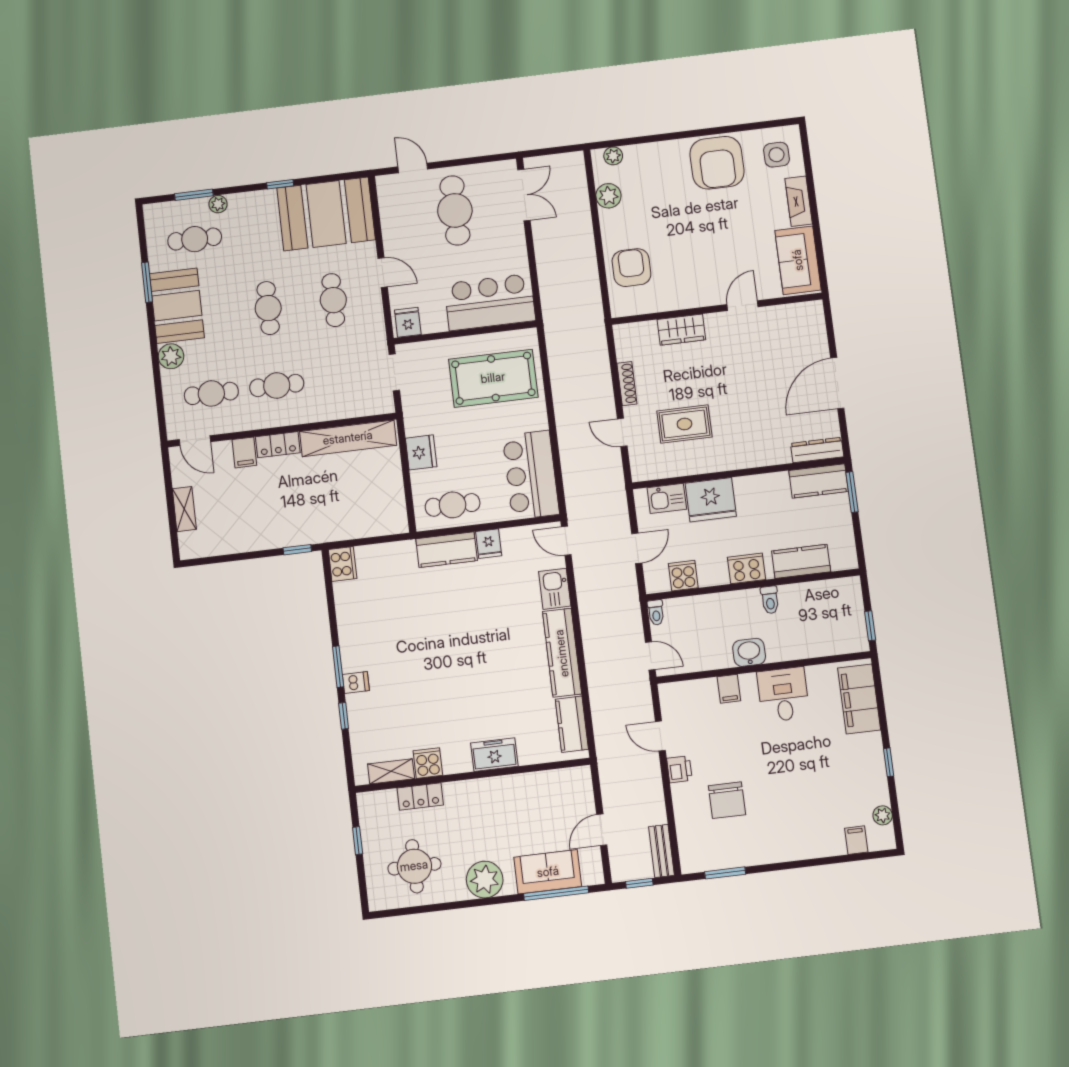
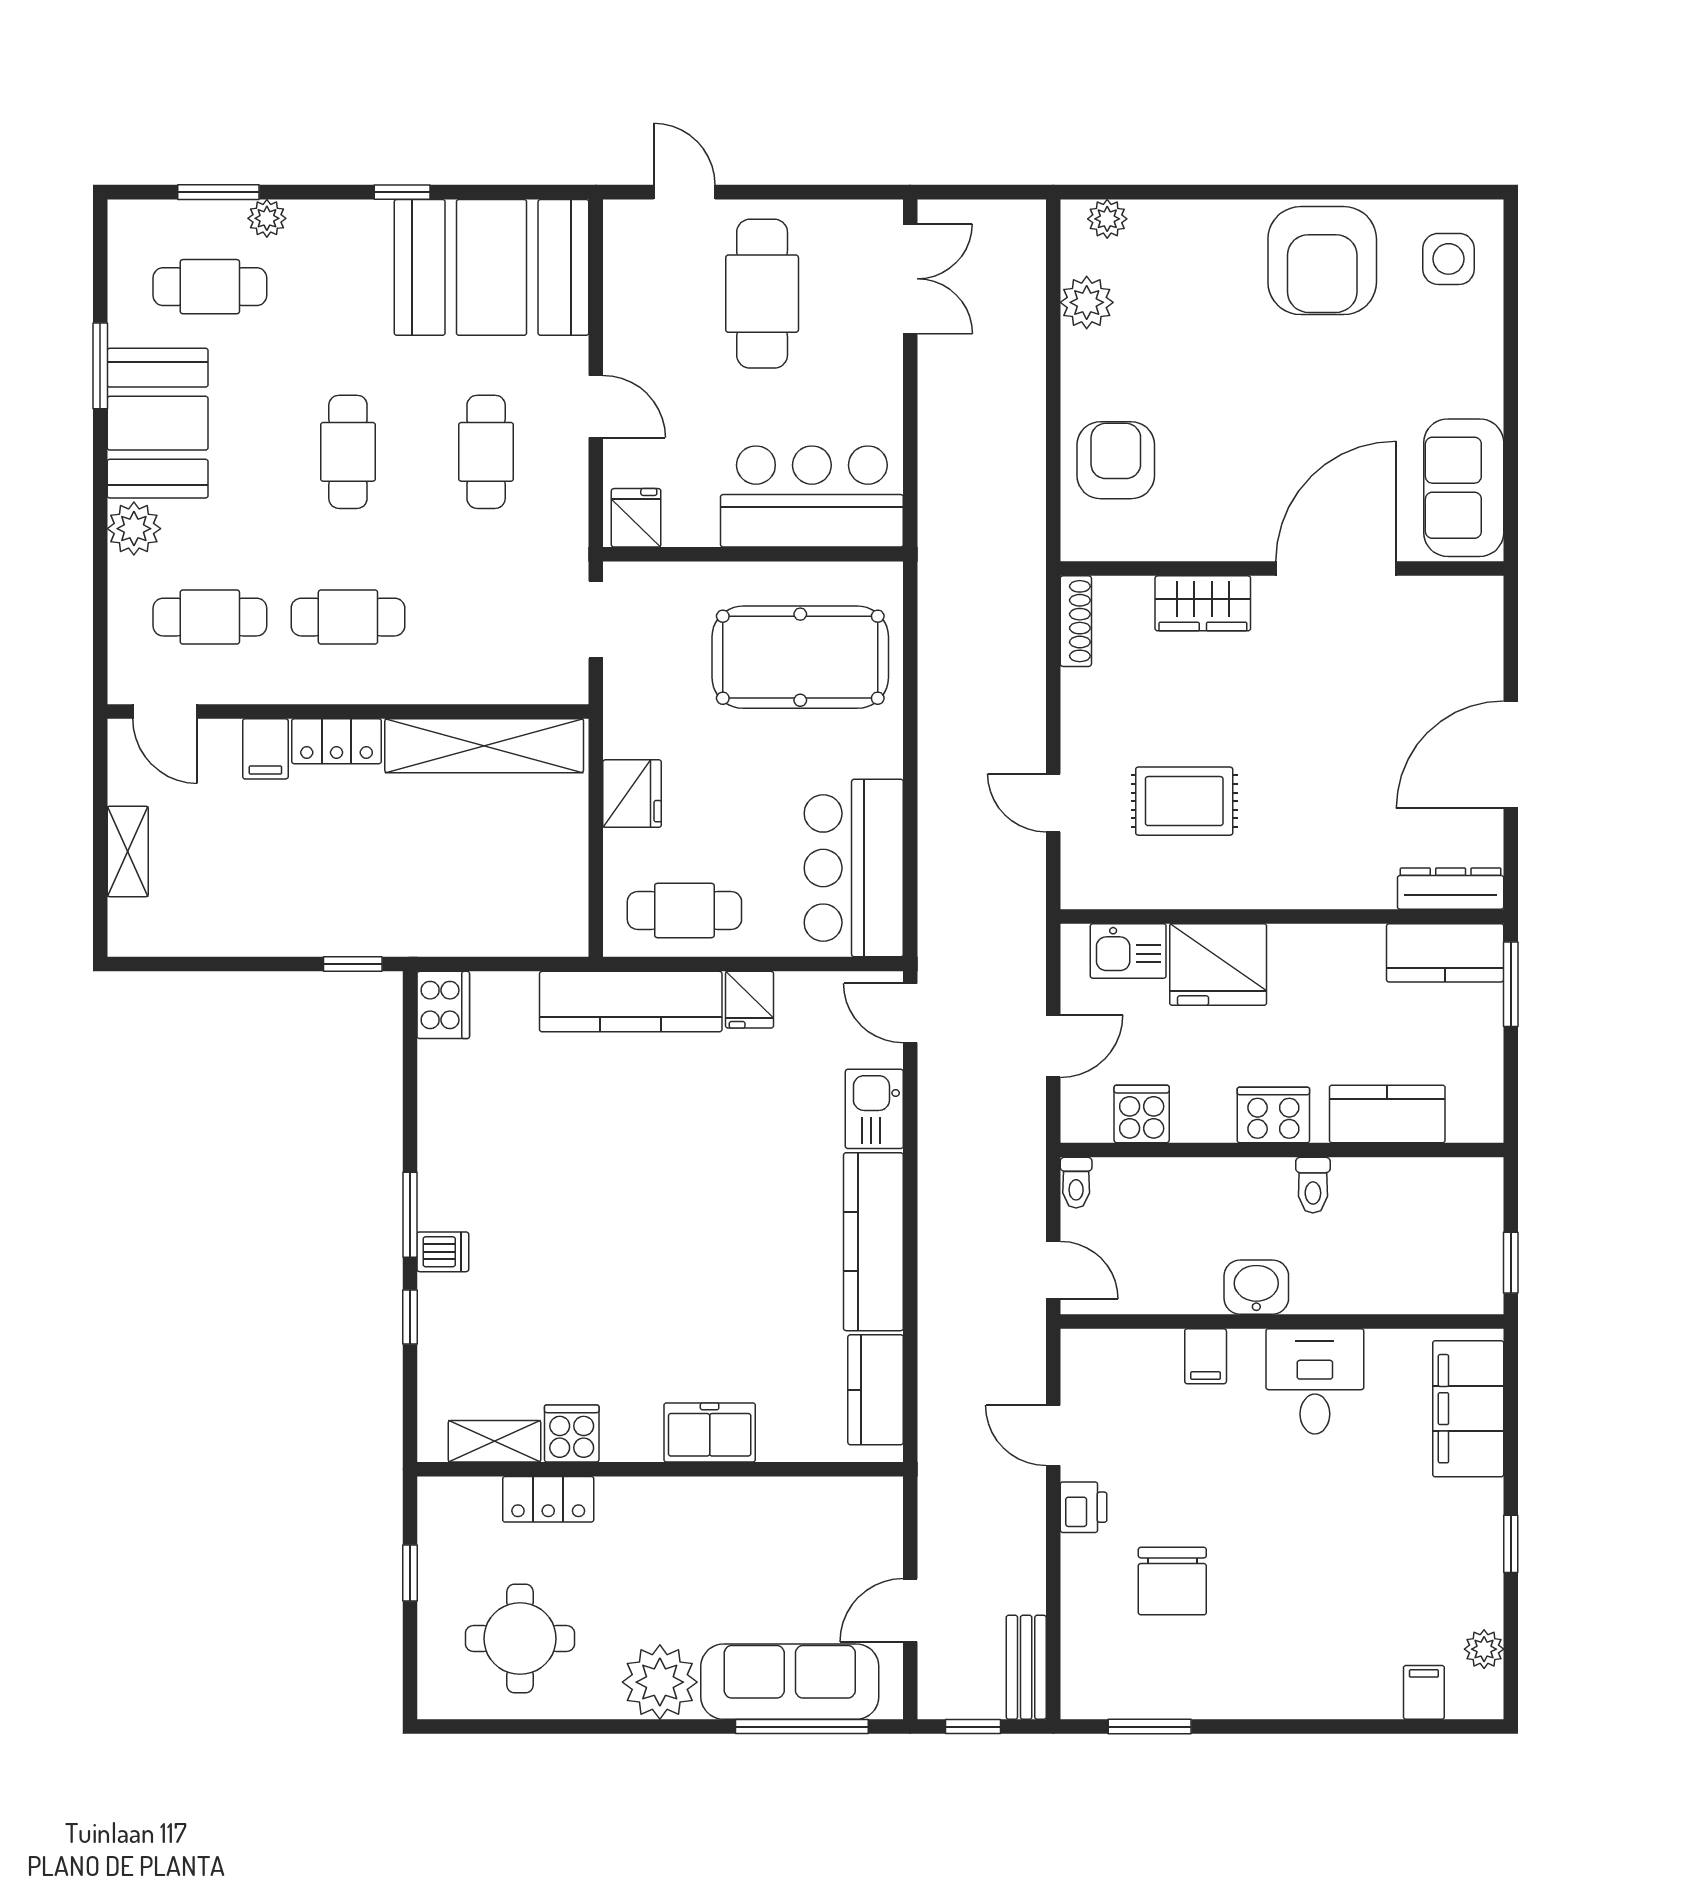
fireplace: (799, 201) -> (1481, 363), removed
door: (742, 306) -> (1336, 569), width x1.87
shoe rack: (627, 384) -> (1076, 621), moved
kitchen counter: (447, 550) -> (631, 1002), width x1.50
sofa: (548, 872) -> (790, 1682), width x1.36

